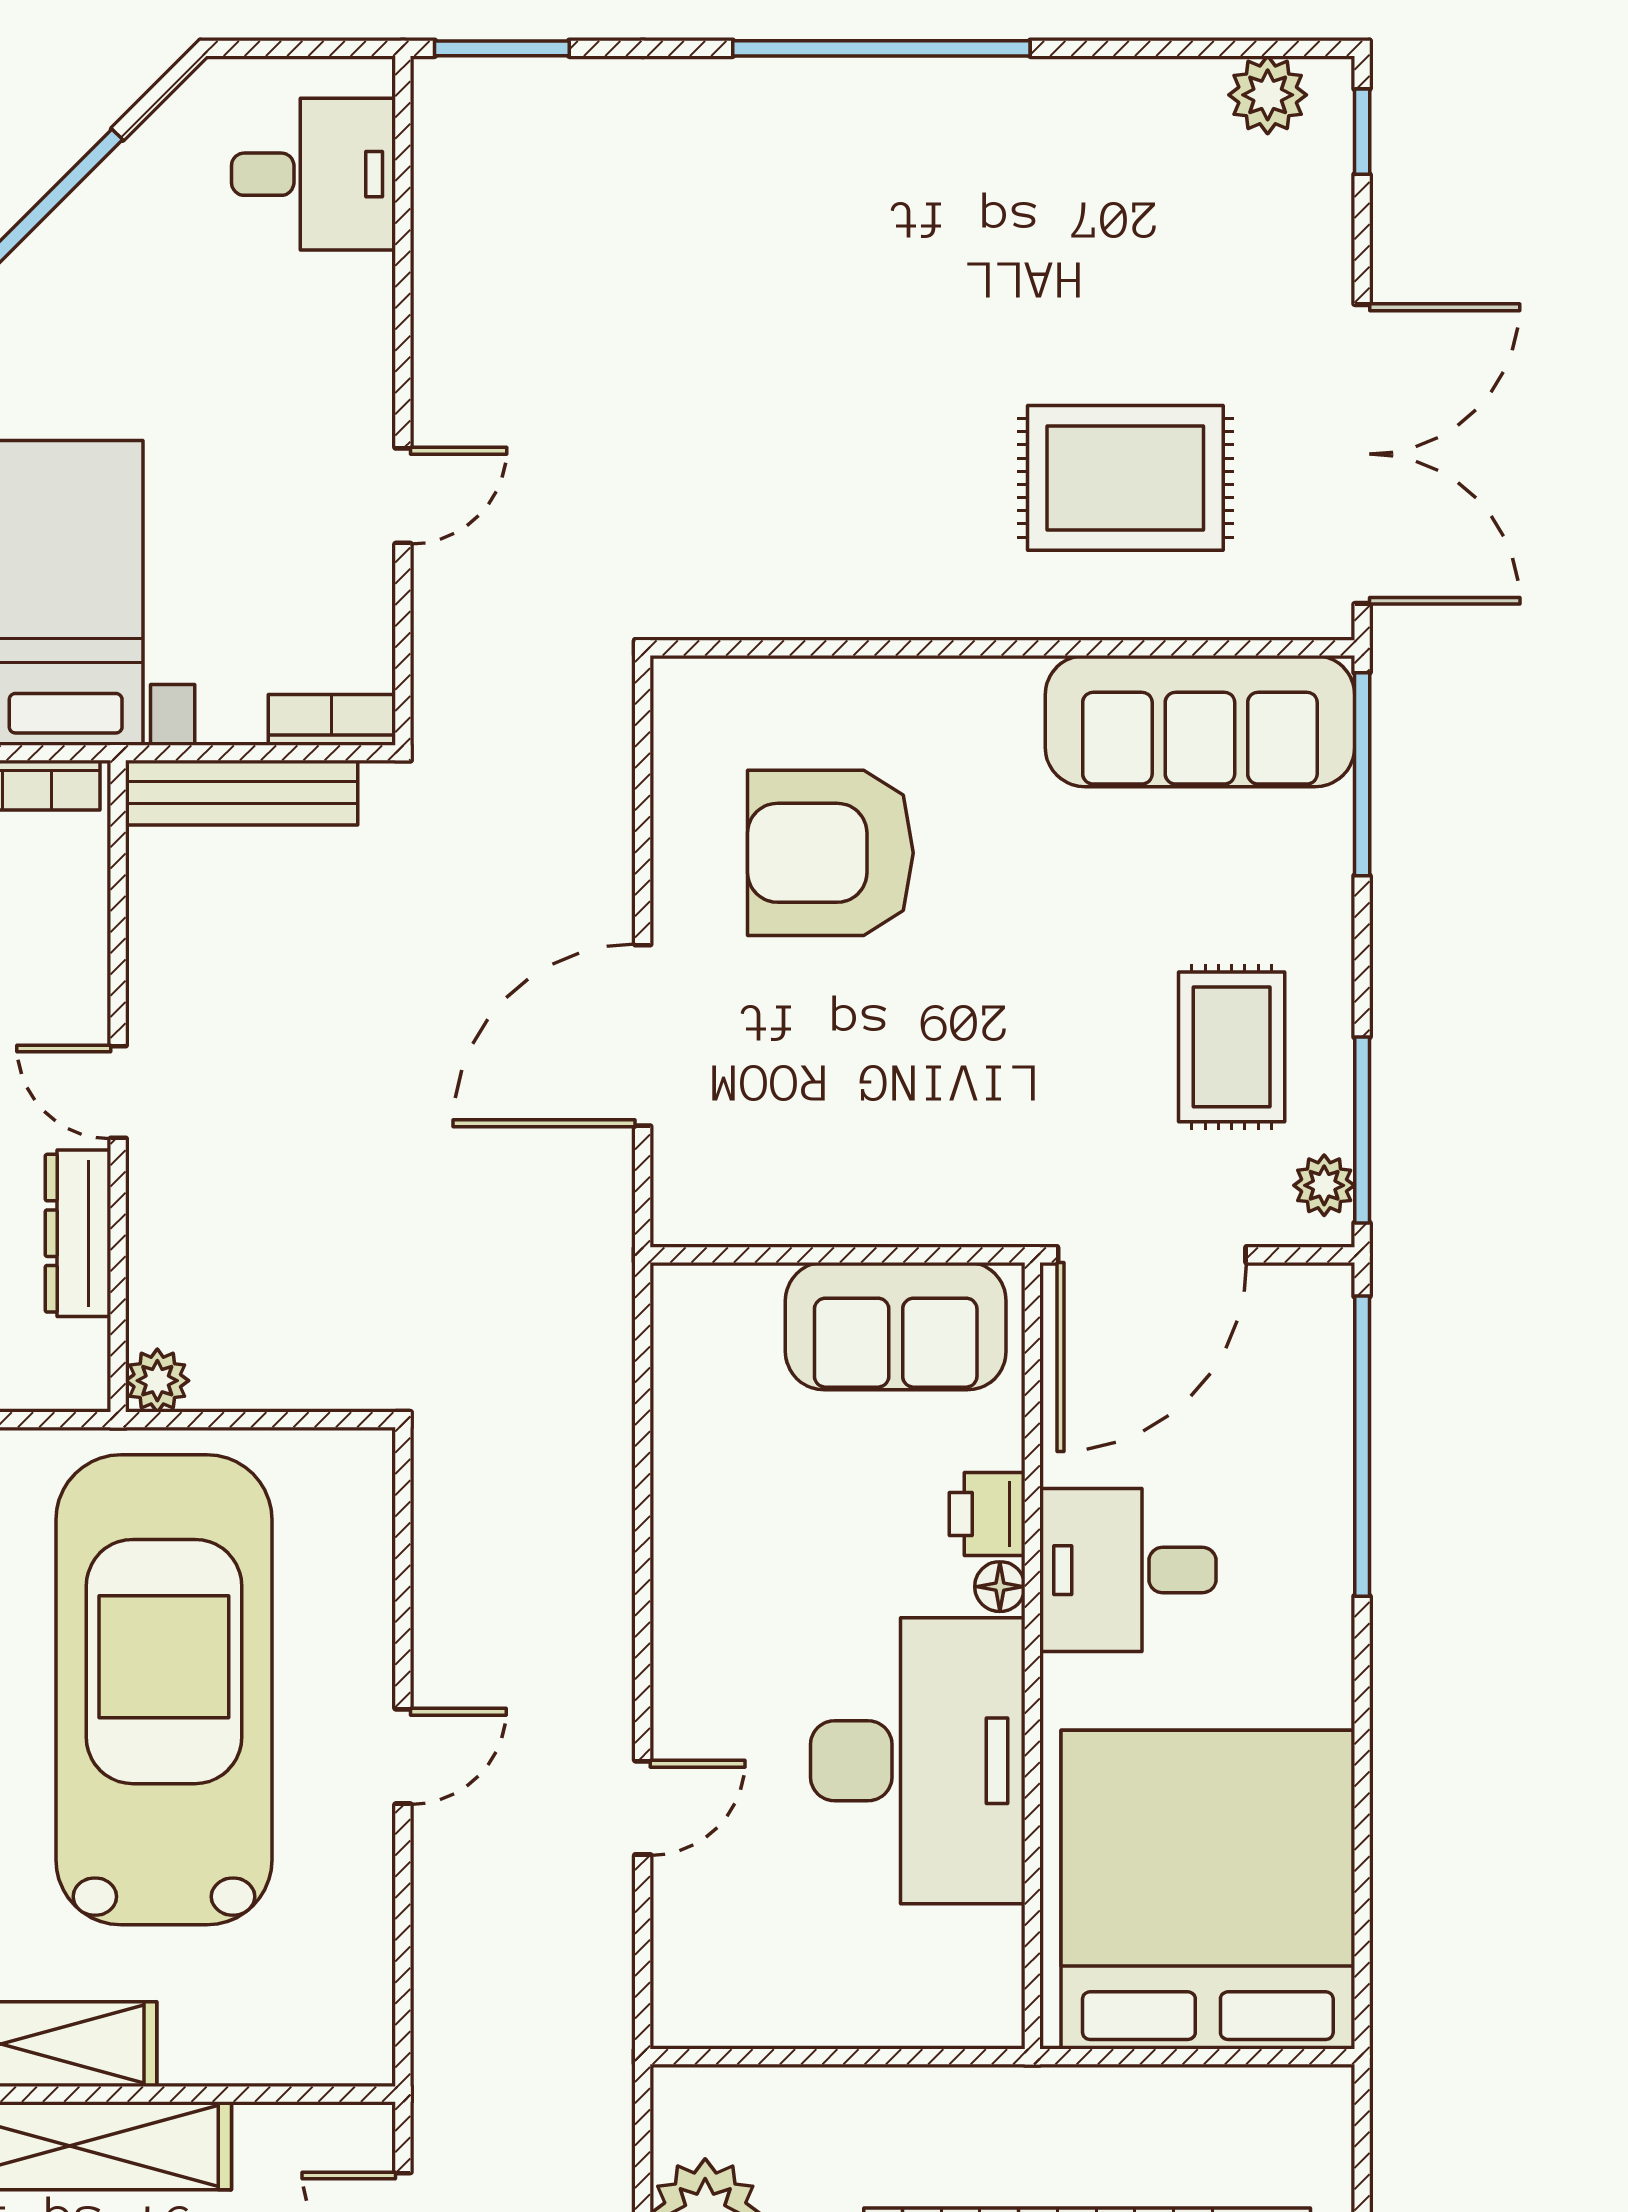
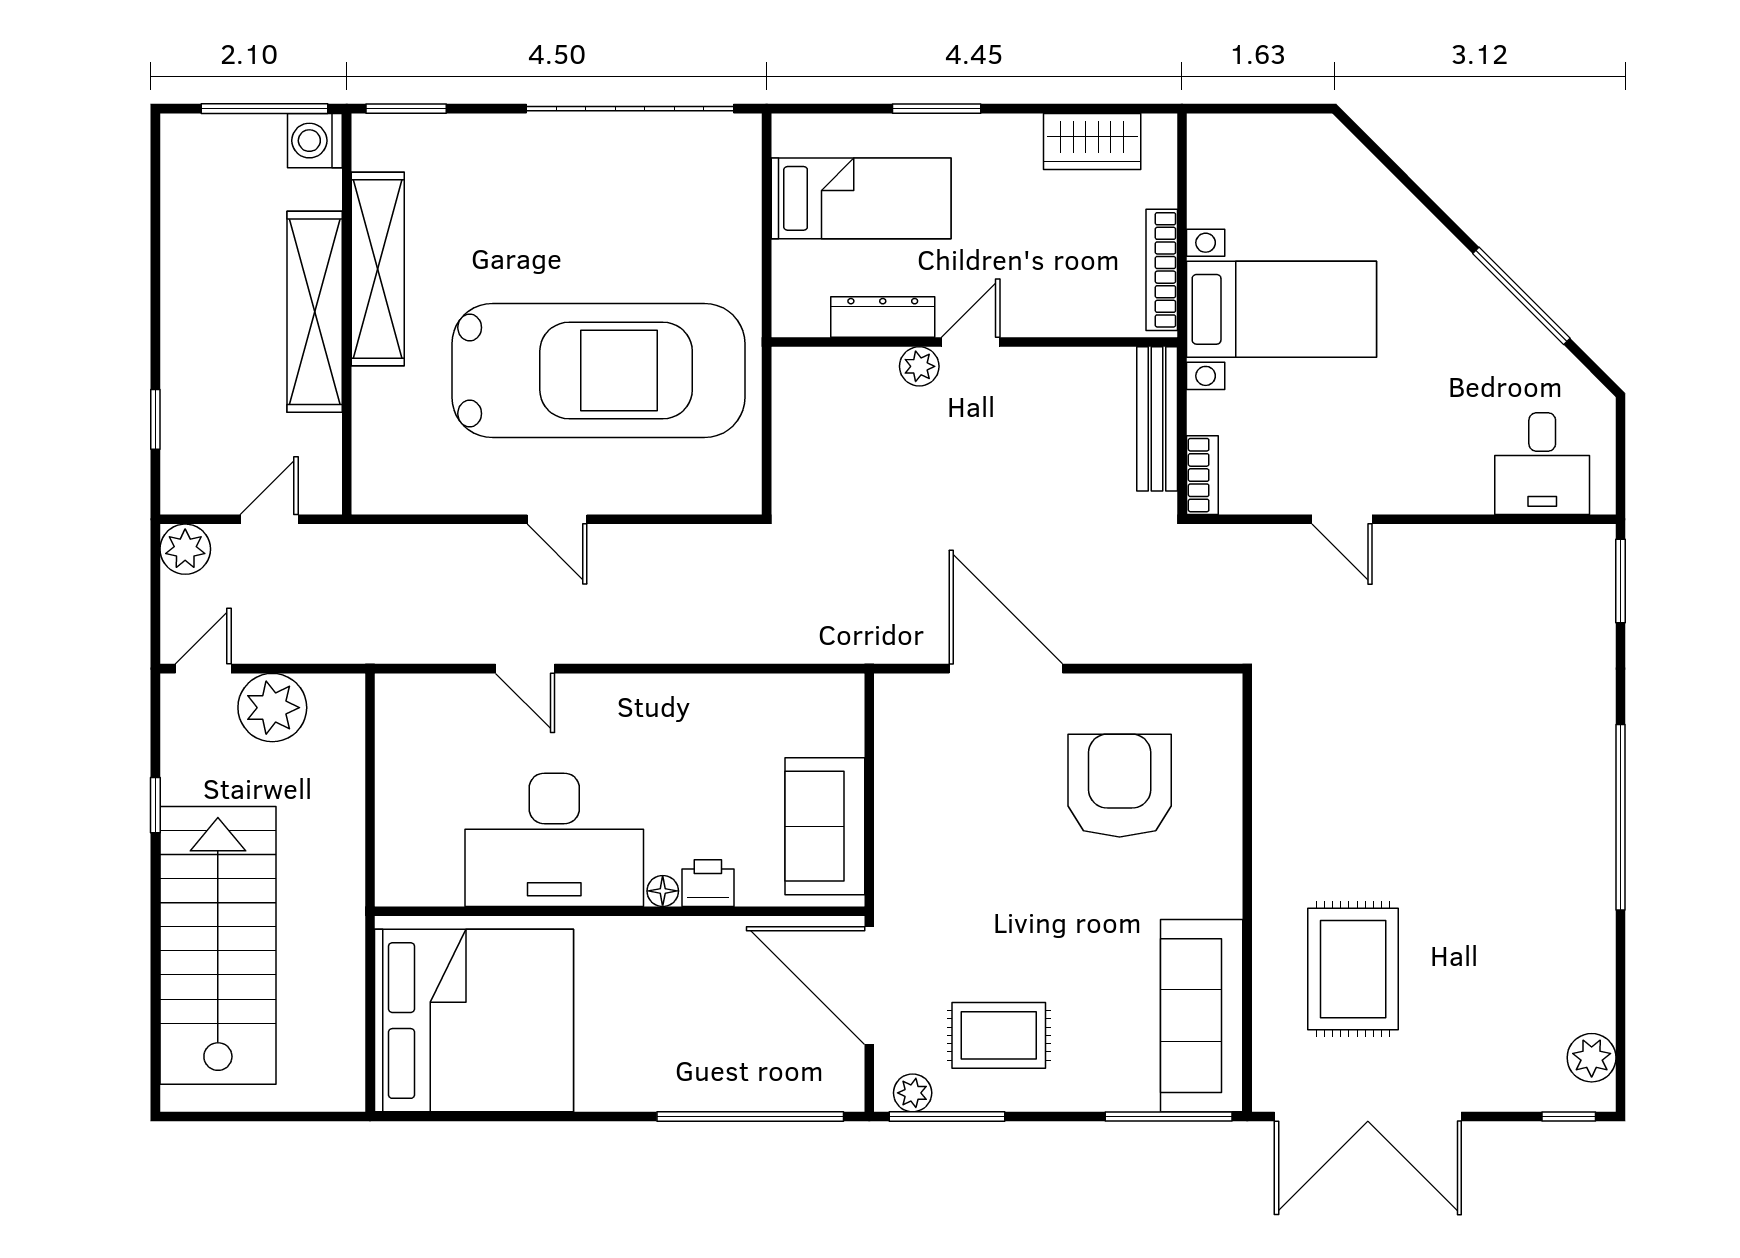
plant: (157, 1381) -> (919, 366), moved
desk: (1128, 1570) -> (673, 971), removed

